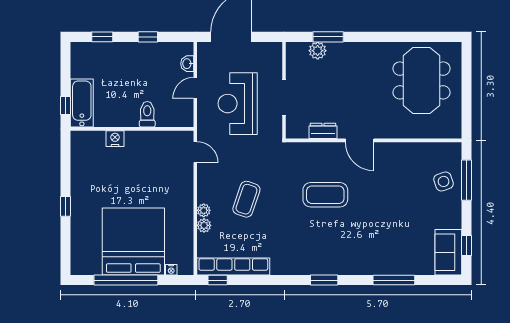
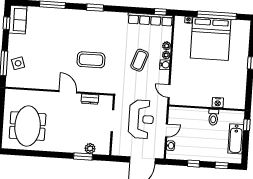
bathtub: (82, 103) -> (236, 139), moved
toilet: (147, 114) -> (213, 117), moved
water cooler: (205, 194) -> (165, 65), added

